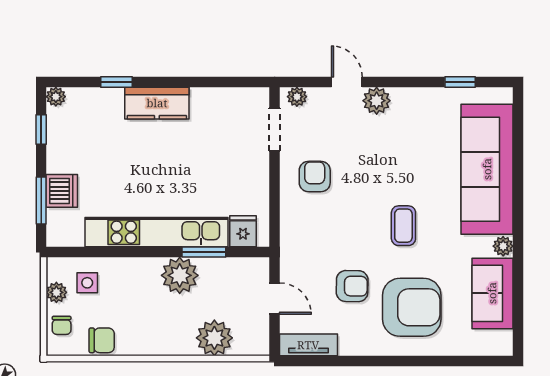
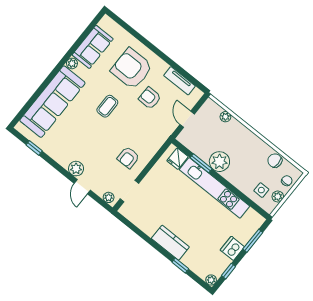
dishwasher: (62, 191) -> (232, 248), moved
plant: (214, 338) -> (225, 117), width x0.53, depth x0.53
tv unit: (308, 345) -> (180, 81), moved

